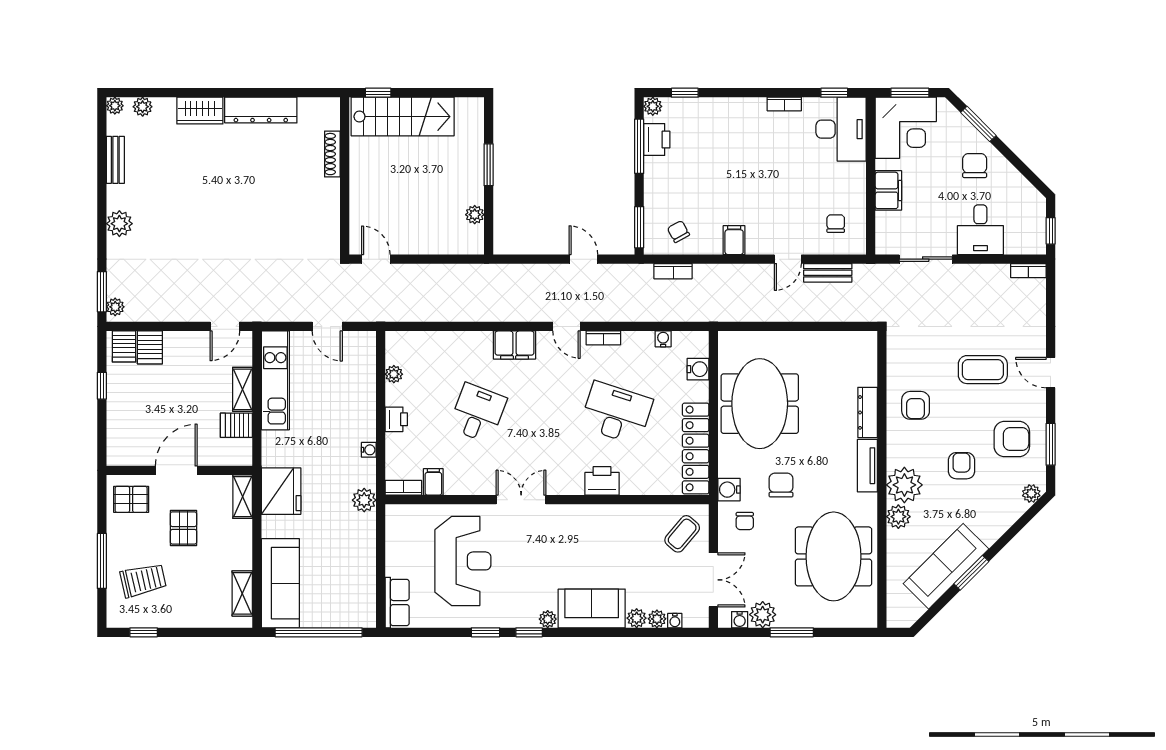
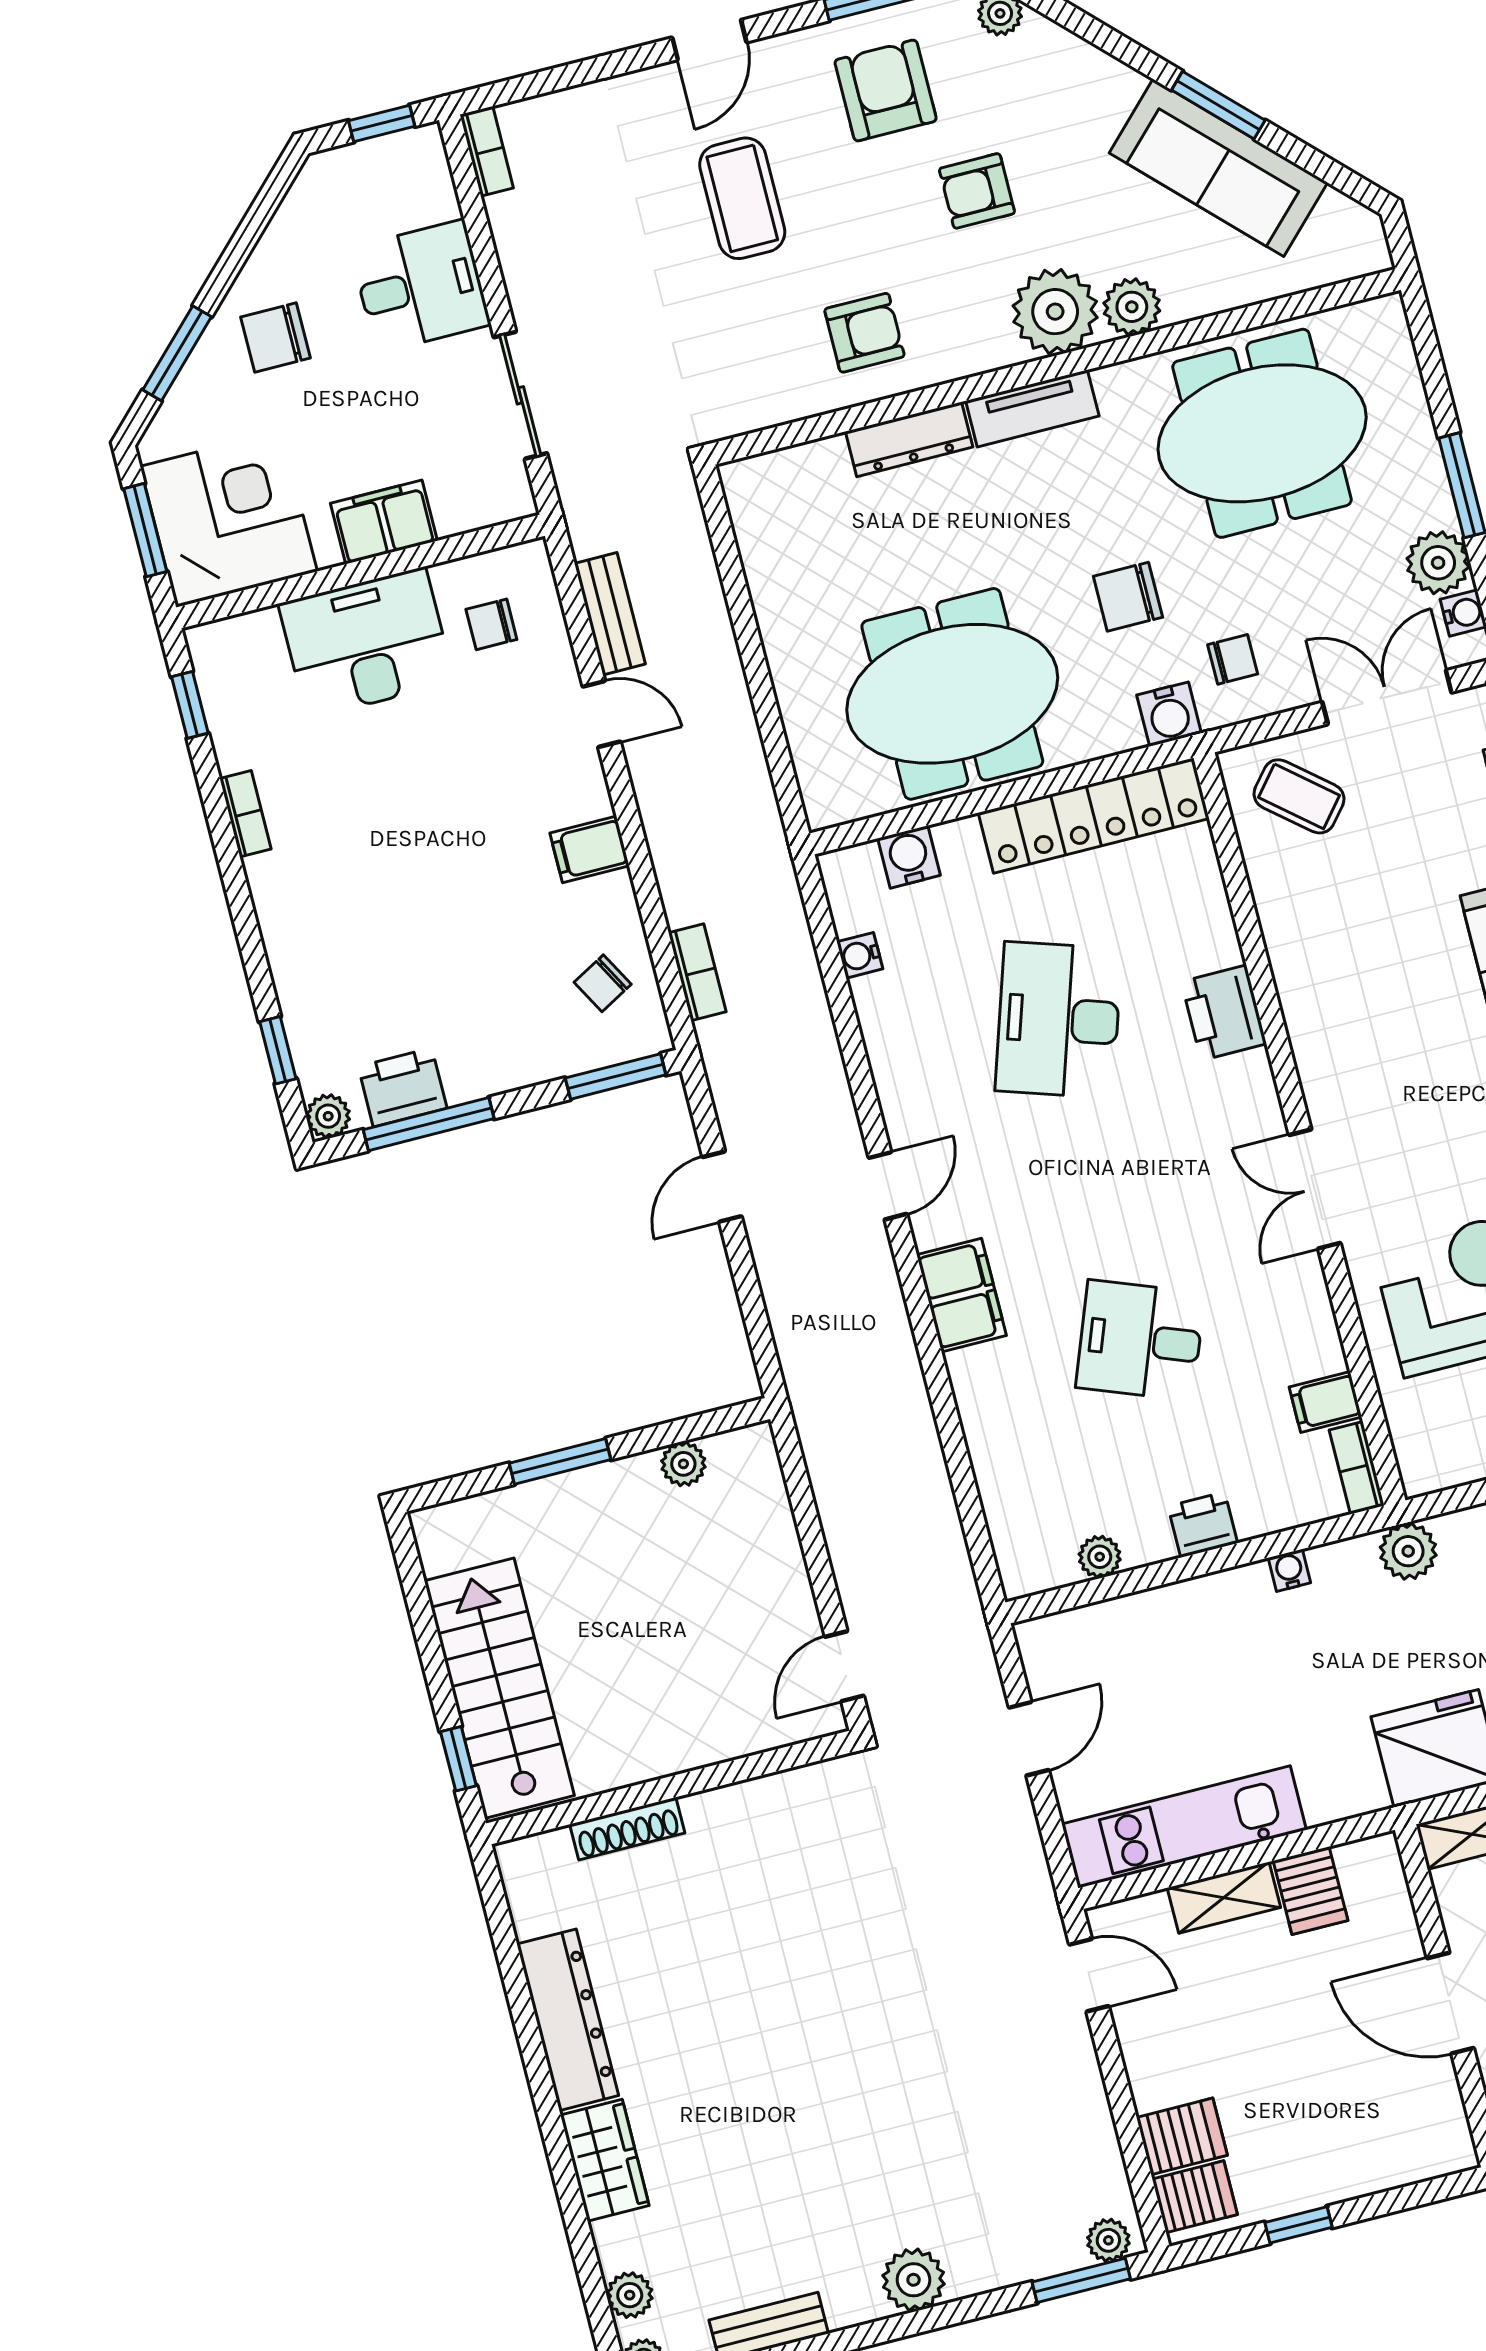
desk: (841, 129) -> (366, 643), moved
bookcase: (603, 338) -> (893, 1094), removed

